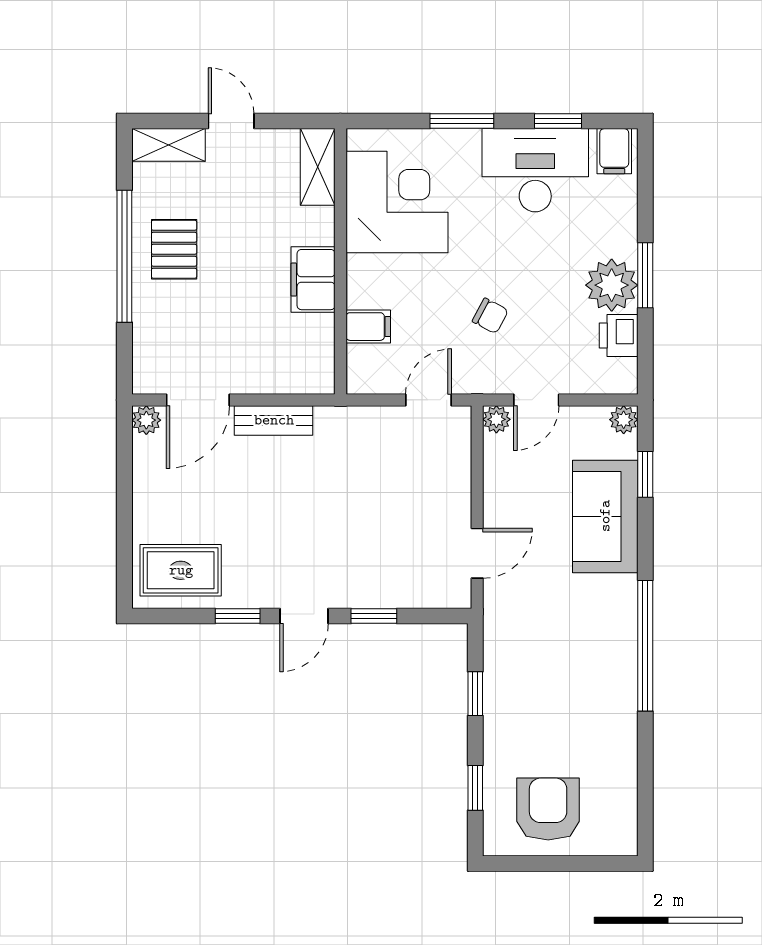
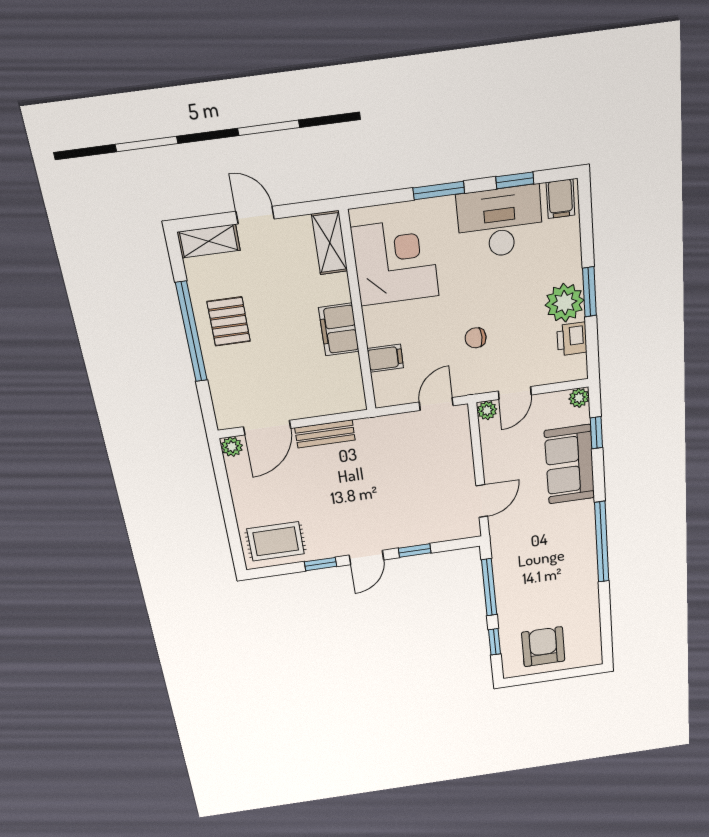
chair: (490, 316) -> (476, 338), turned 152
window: (475, 694) -> (489, 587), width x2.17

